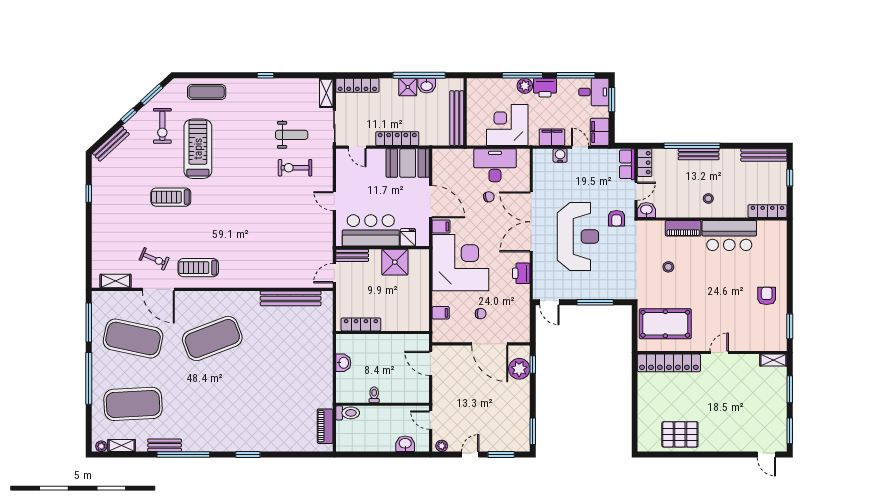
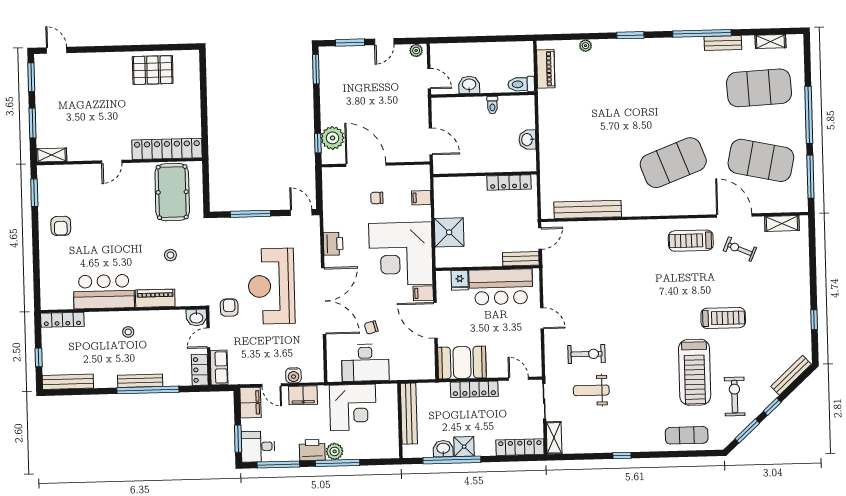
shower: (395, 262) -> (449, 232), moved
treadmill: (198, 268) -> (691, 241), turned 180
pool table: (665, 324) -> (172, 192), turned 90
washbasin: (405, 444) -> (469, 85), moved, turned 180
plant: (101, 446) -> (585, 46), moved

